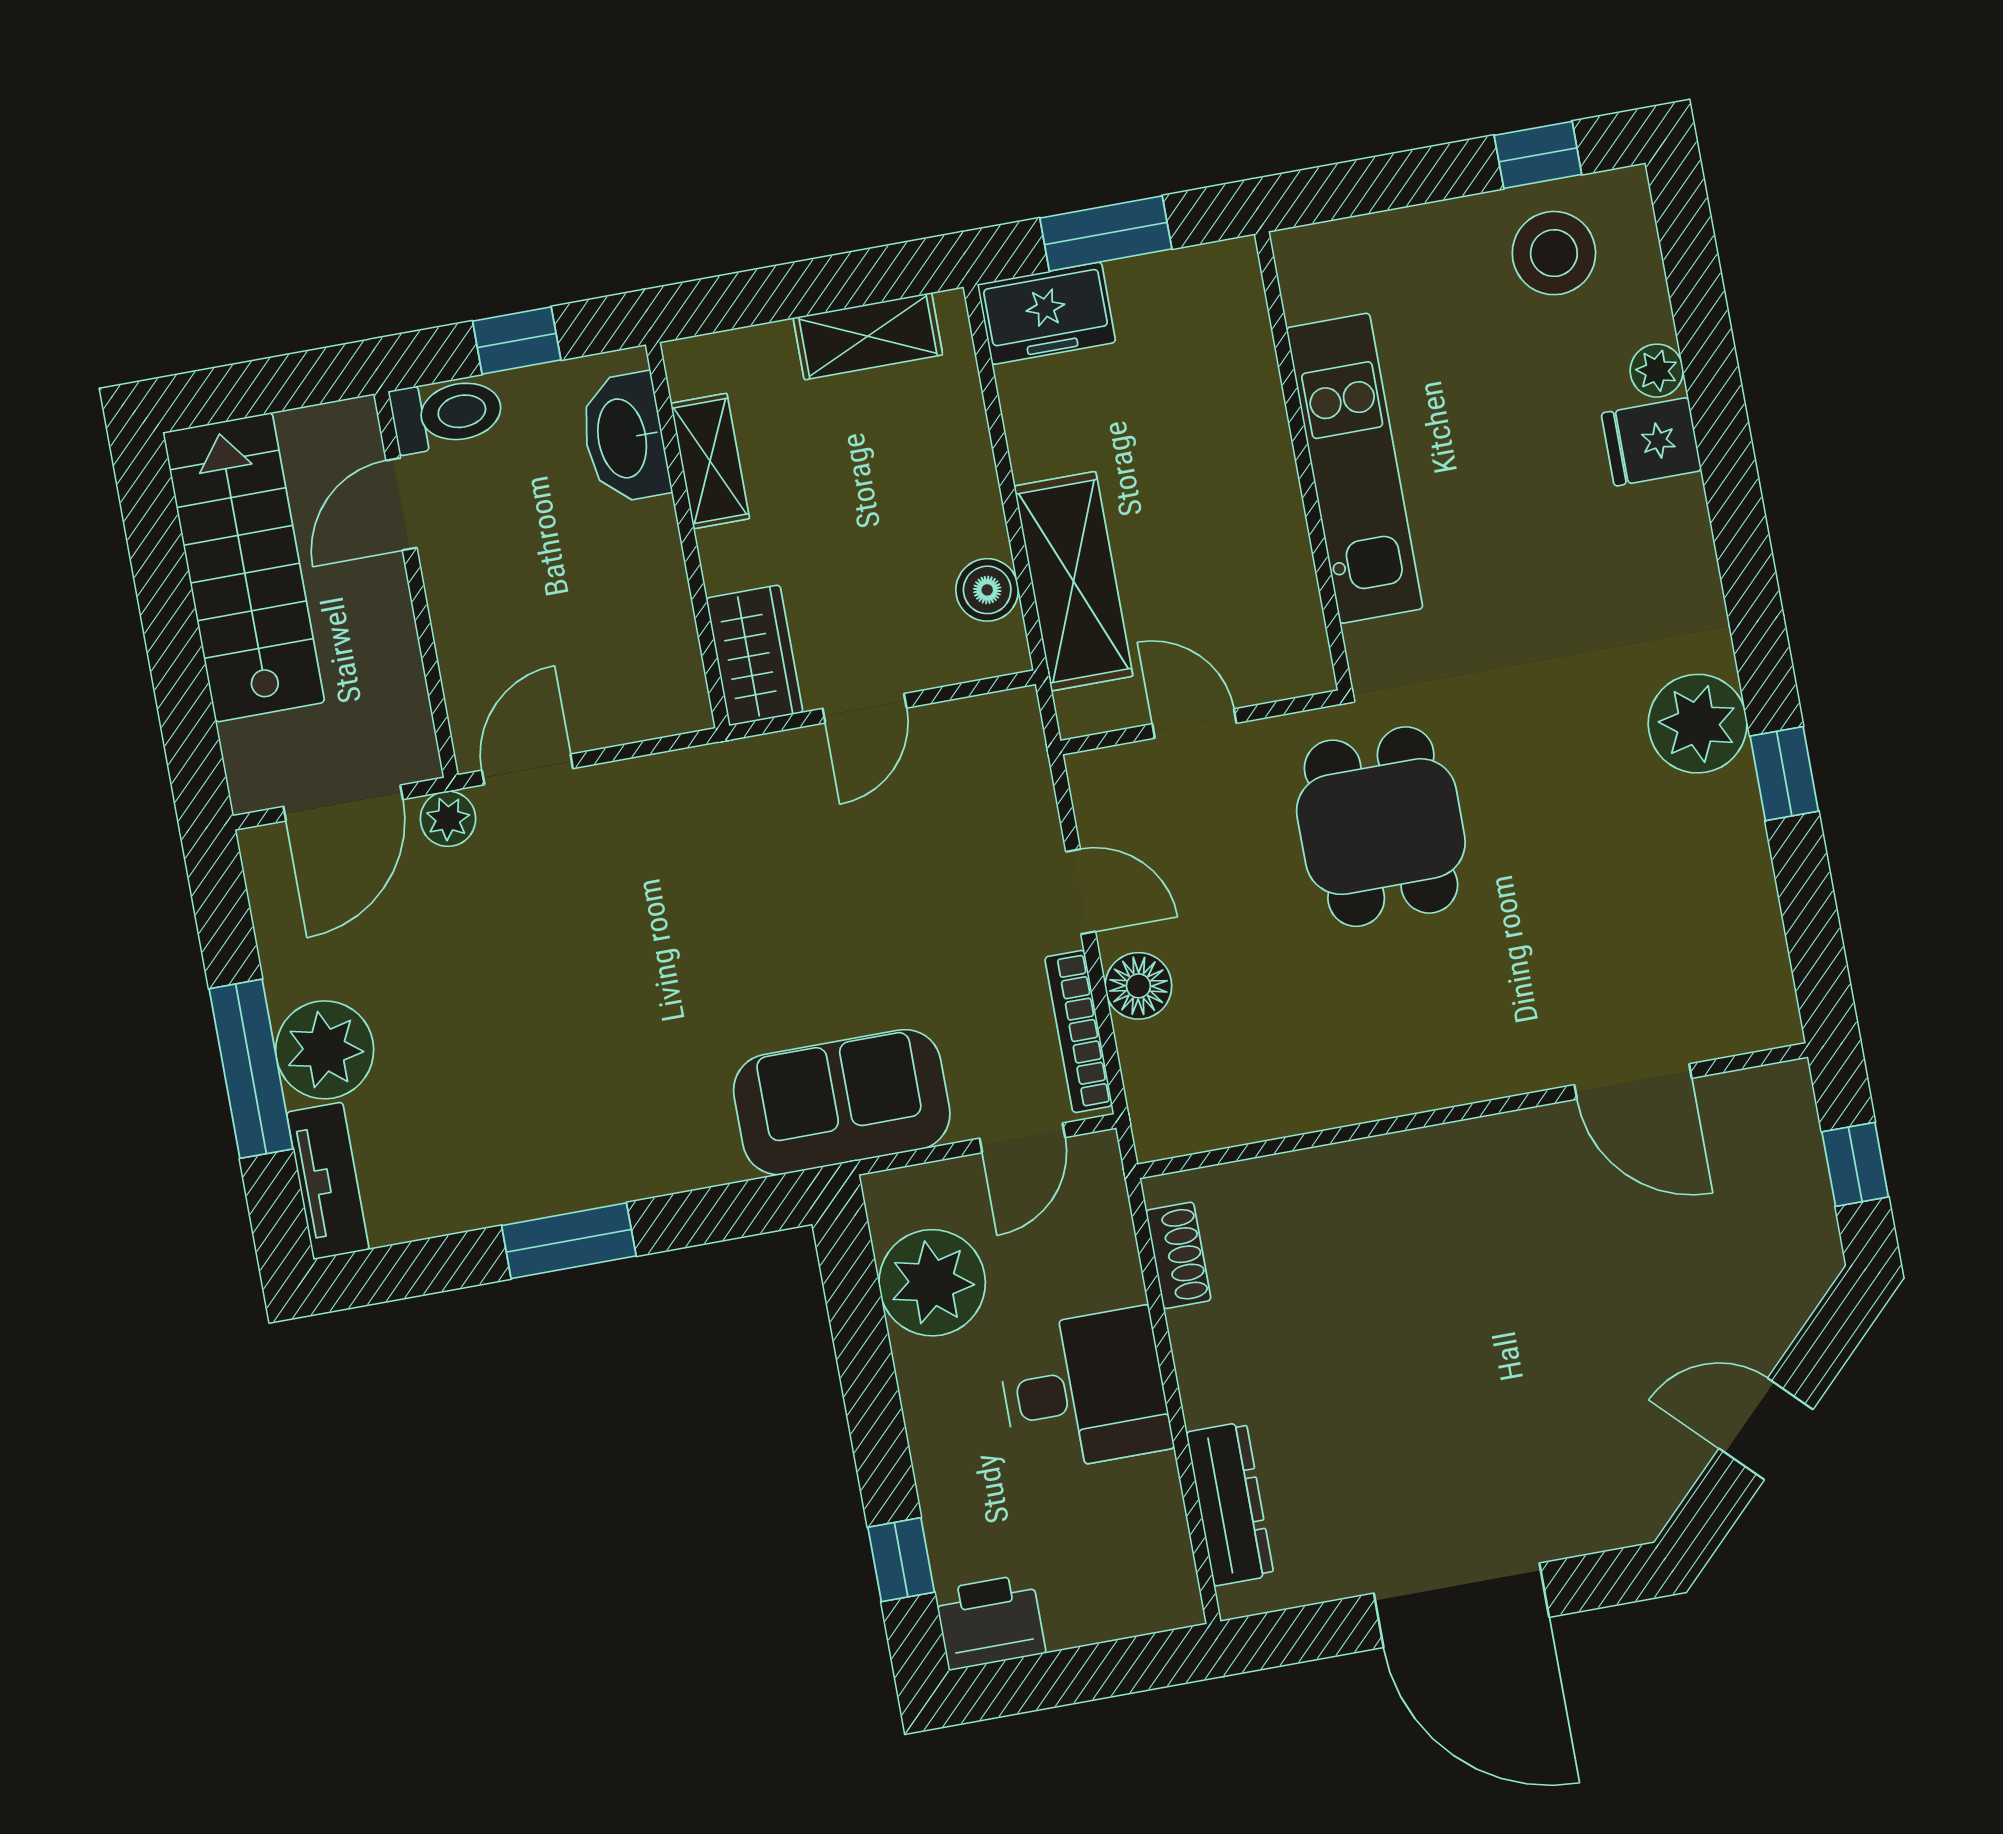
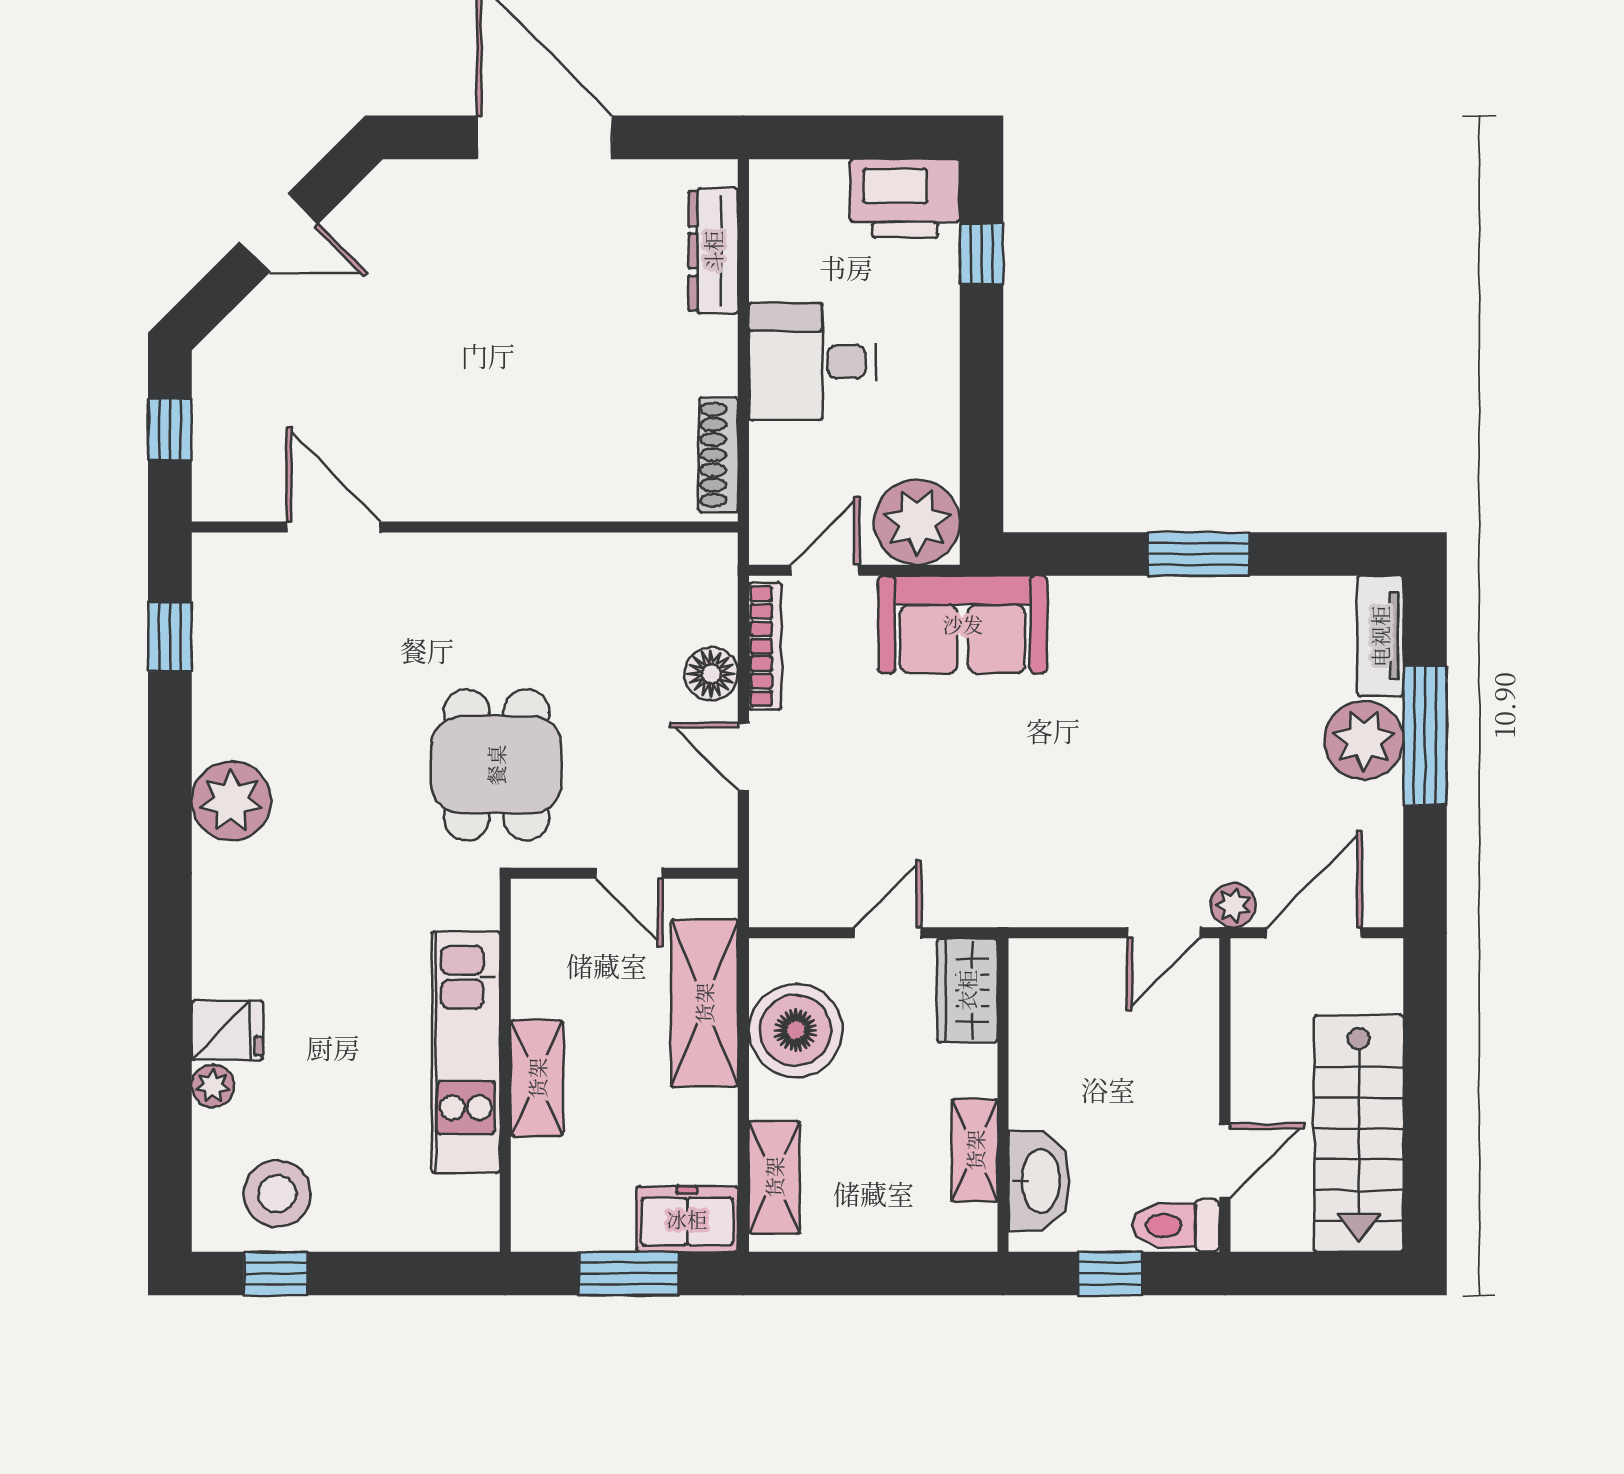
shelving: (868, 336) -> (774, 1177), moved, turned 90
shelving: (1262, 452) -> (537, 1078), added
boiler: (987, 590) -> (796, 1030), width x1.86, depth x1.86
window: (1784, 774) -> (170, 637), moved
shoe rack: (1178, 1255) -> (718, 455), width x1.43
plant: (932, 1283) -> (917, 522), moved
printer: (990, 1622) -> (905, 198), width x1.37, depth x1.19

